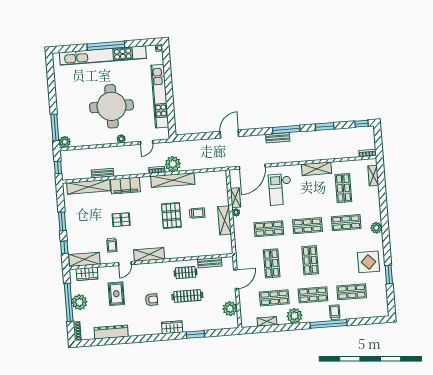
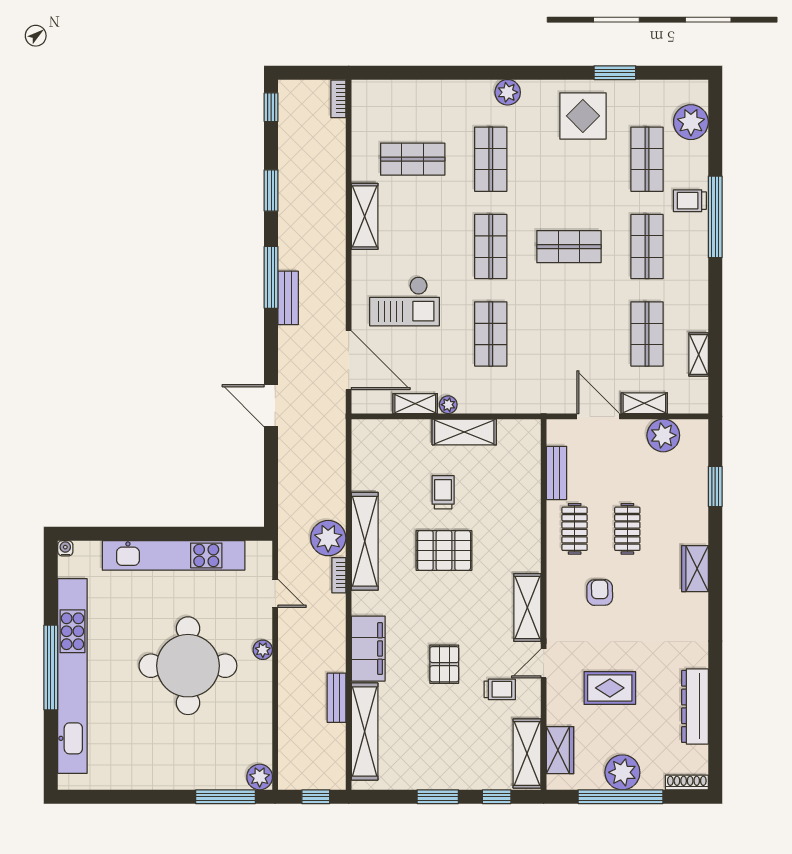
shelving: (373, 176) -> (644, 403), moved
shop shelf: (272, 263) -> (569, 334), removed
door: (125, 264) -> (544, 663), swing flipped
clothes rail: (187, 296) -> (627, 529), width x0.73
armchair: (152, 300) -> (600, 592), moved
plant: (295, 316) -> (691, 122), moved
window: (195, 334) -> (715, 486), moved

